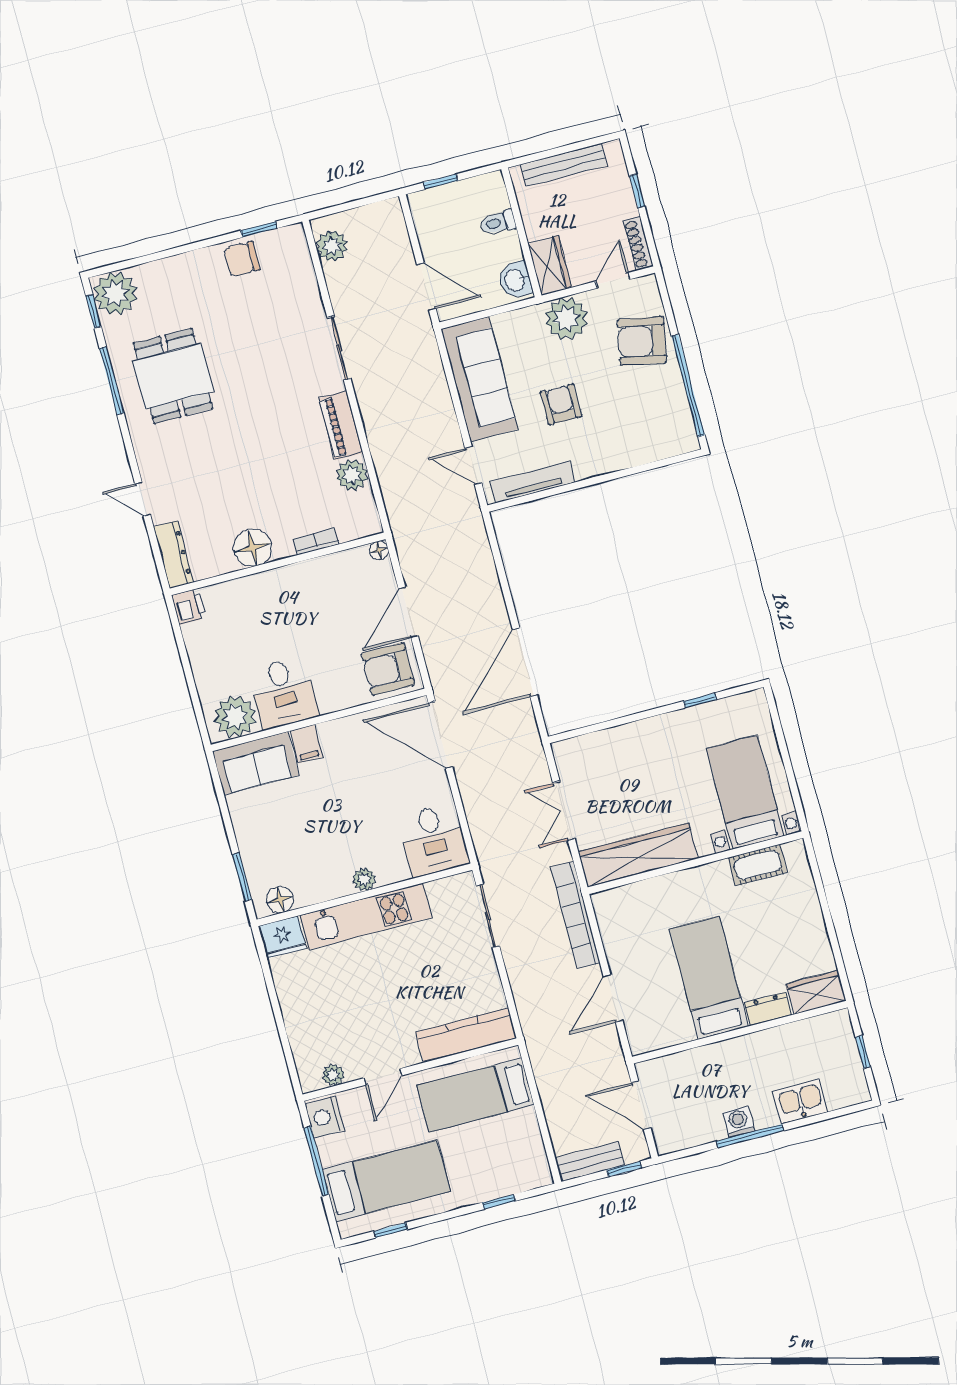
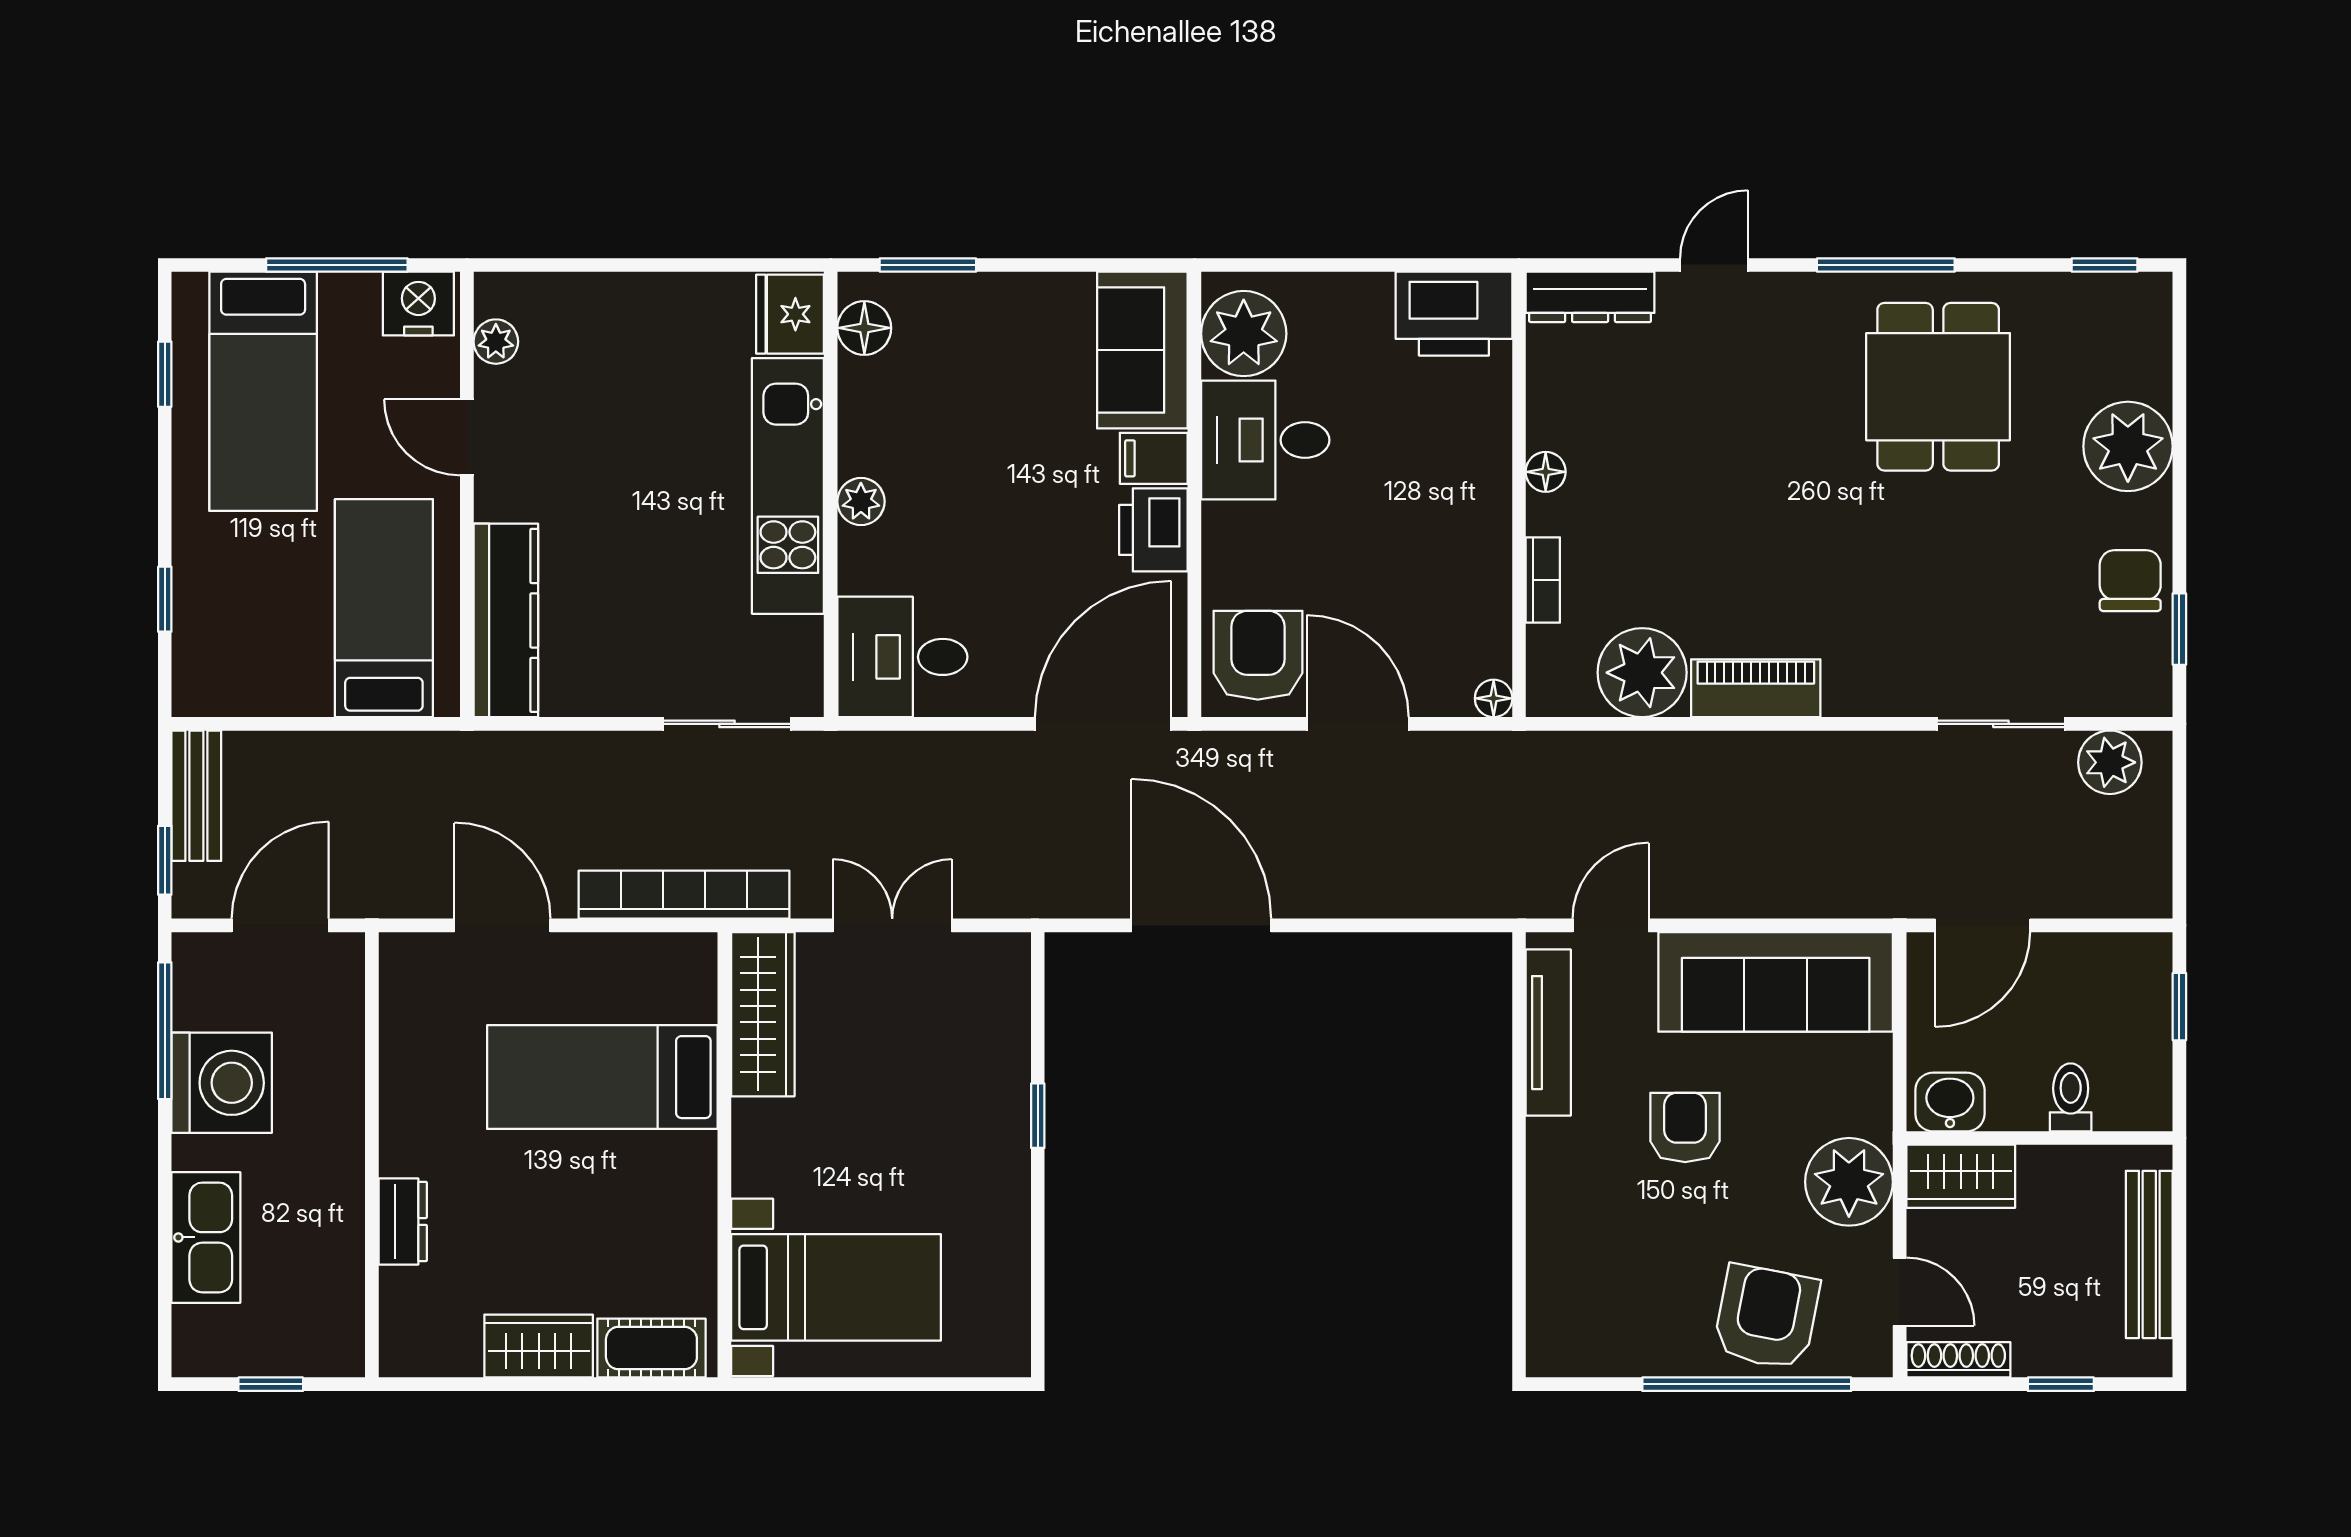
plant: (115, 294) -> (2128, 446), moved
sliding door: (339, 348) -> (2001, 724), moved
dining table: (173, 376) -> (1938, 387), turned 90
window: (112, 381) -> (1886, 265), moved
window: (688, 386) -> (1747, 1384), moved
armchair: (561, 404) -> (1685, 1127), turned -90
plant: (352, 475) -> (1642, 673), width x1.36, depth x1.36
floor lamp: (253, 548) -> (1546, 472), width x0.53, depth x0.53
printer: (189, 607) -> (1454, 314), width x1.87, depth x1.48
window: (700, 700) -> (1038, 1116), moved
printer: (341, 735) -> (1153, 530), added
wardrobe: (638, 855) -> (763, 1014), width x0.71, depth x0.85
cot: (758, 865) -> (651, 1348), moved, turned 90
bed: (709, 978) -> (602, 1077), moved, turned 180
wardrobe: (816, 993) -> (539, 1346), moved, turned -90
kitchen sink: (801, 1101) -> (206, 1237), width x1.38
washing machine: (738, 1122) -> (222, 1083), width x1.89, depth x1.89
window: (750, 1136) -> (165, 1031), moved

